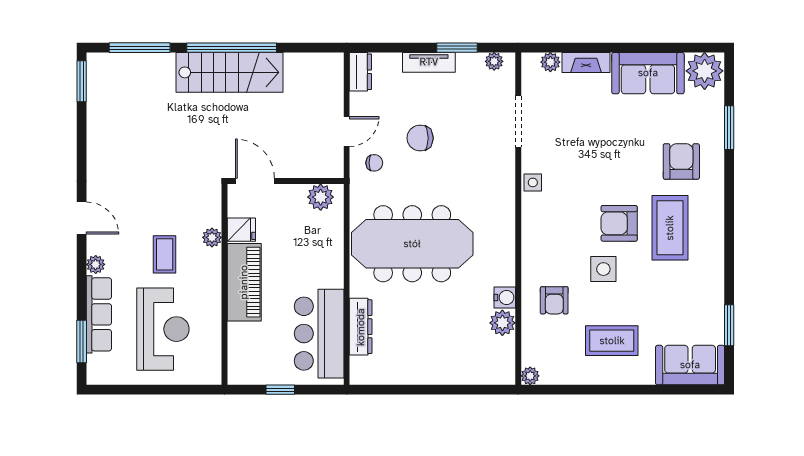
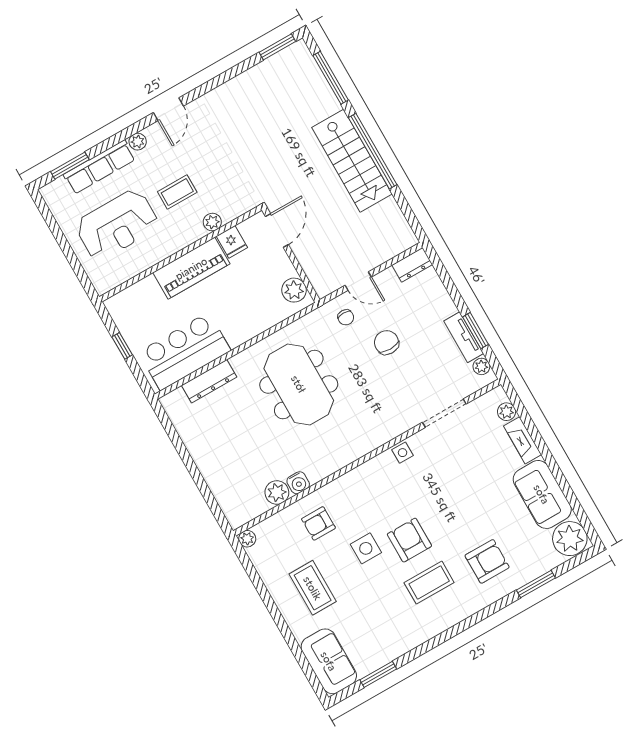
tv unit: (429, 62) -> (464, 337), moved
coffee table: (670, 228) -> (429, 583), width x0.73, depth x0.76
meeting table: (412, 244) -> (299, 384), width x0.73

